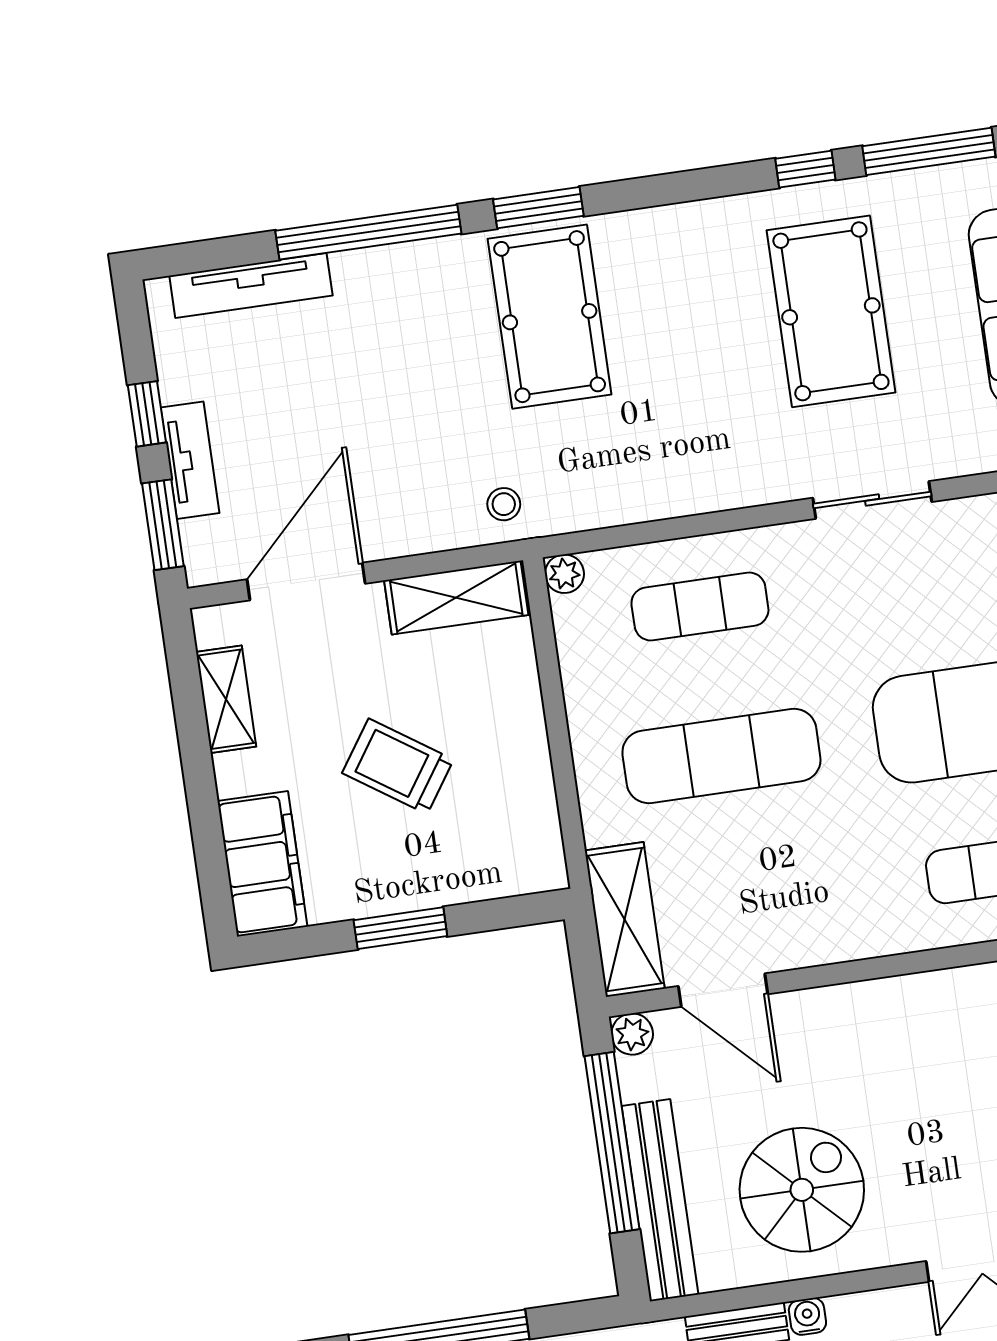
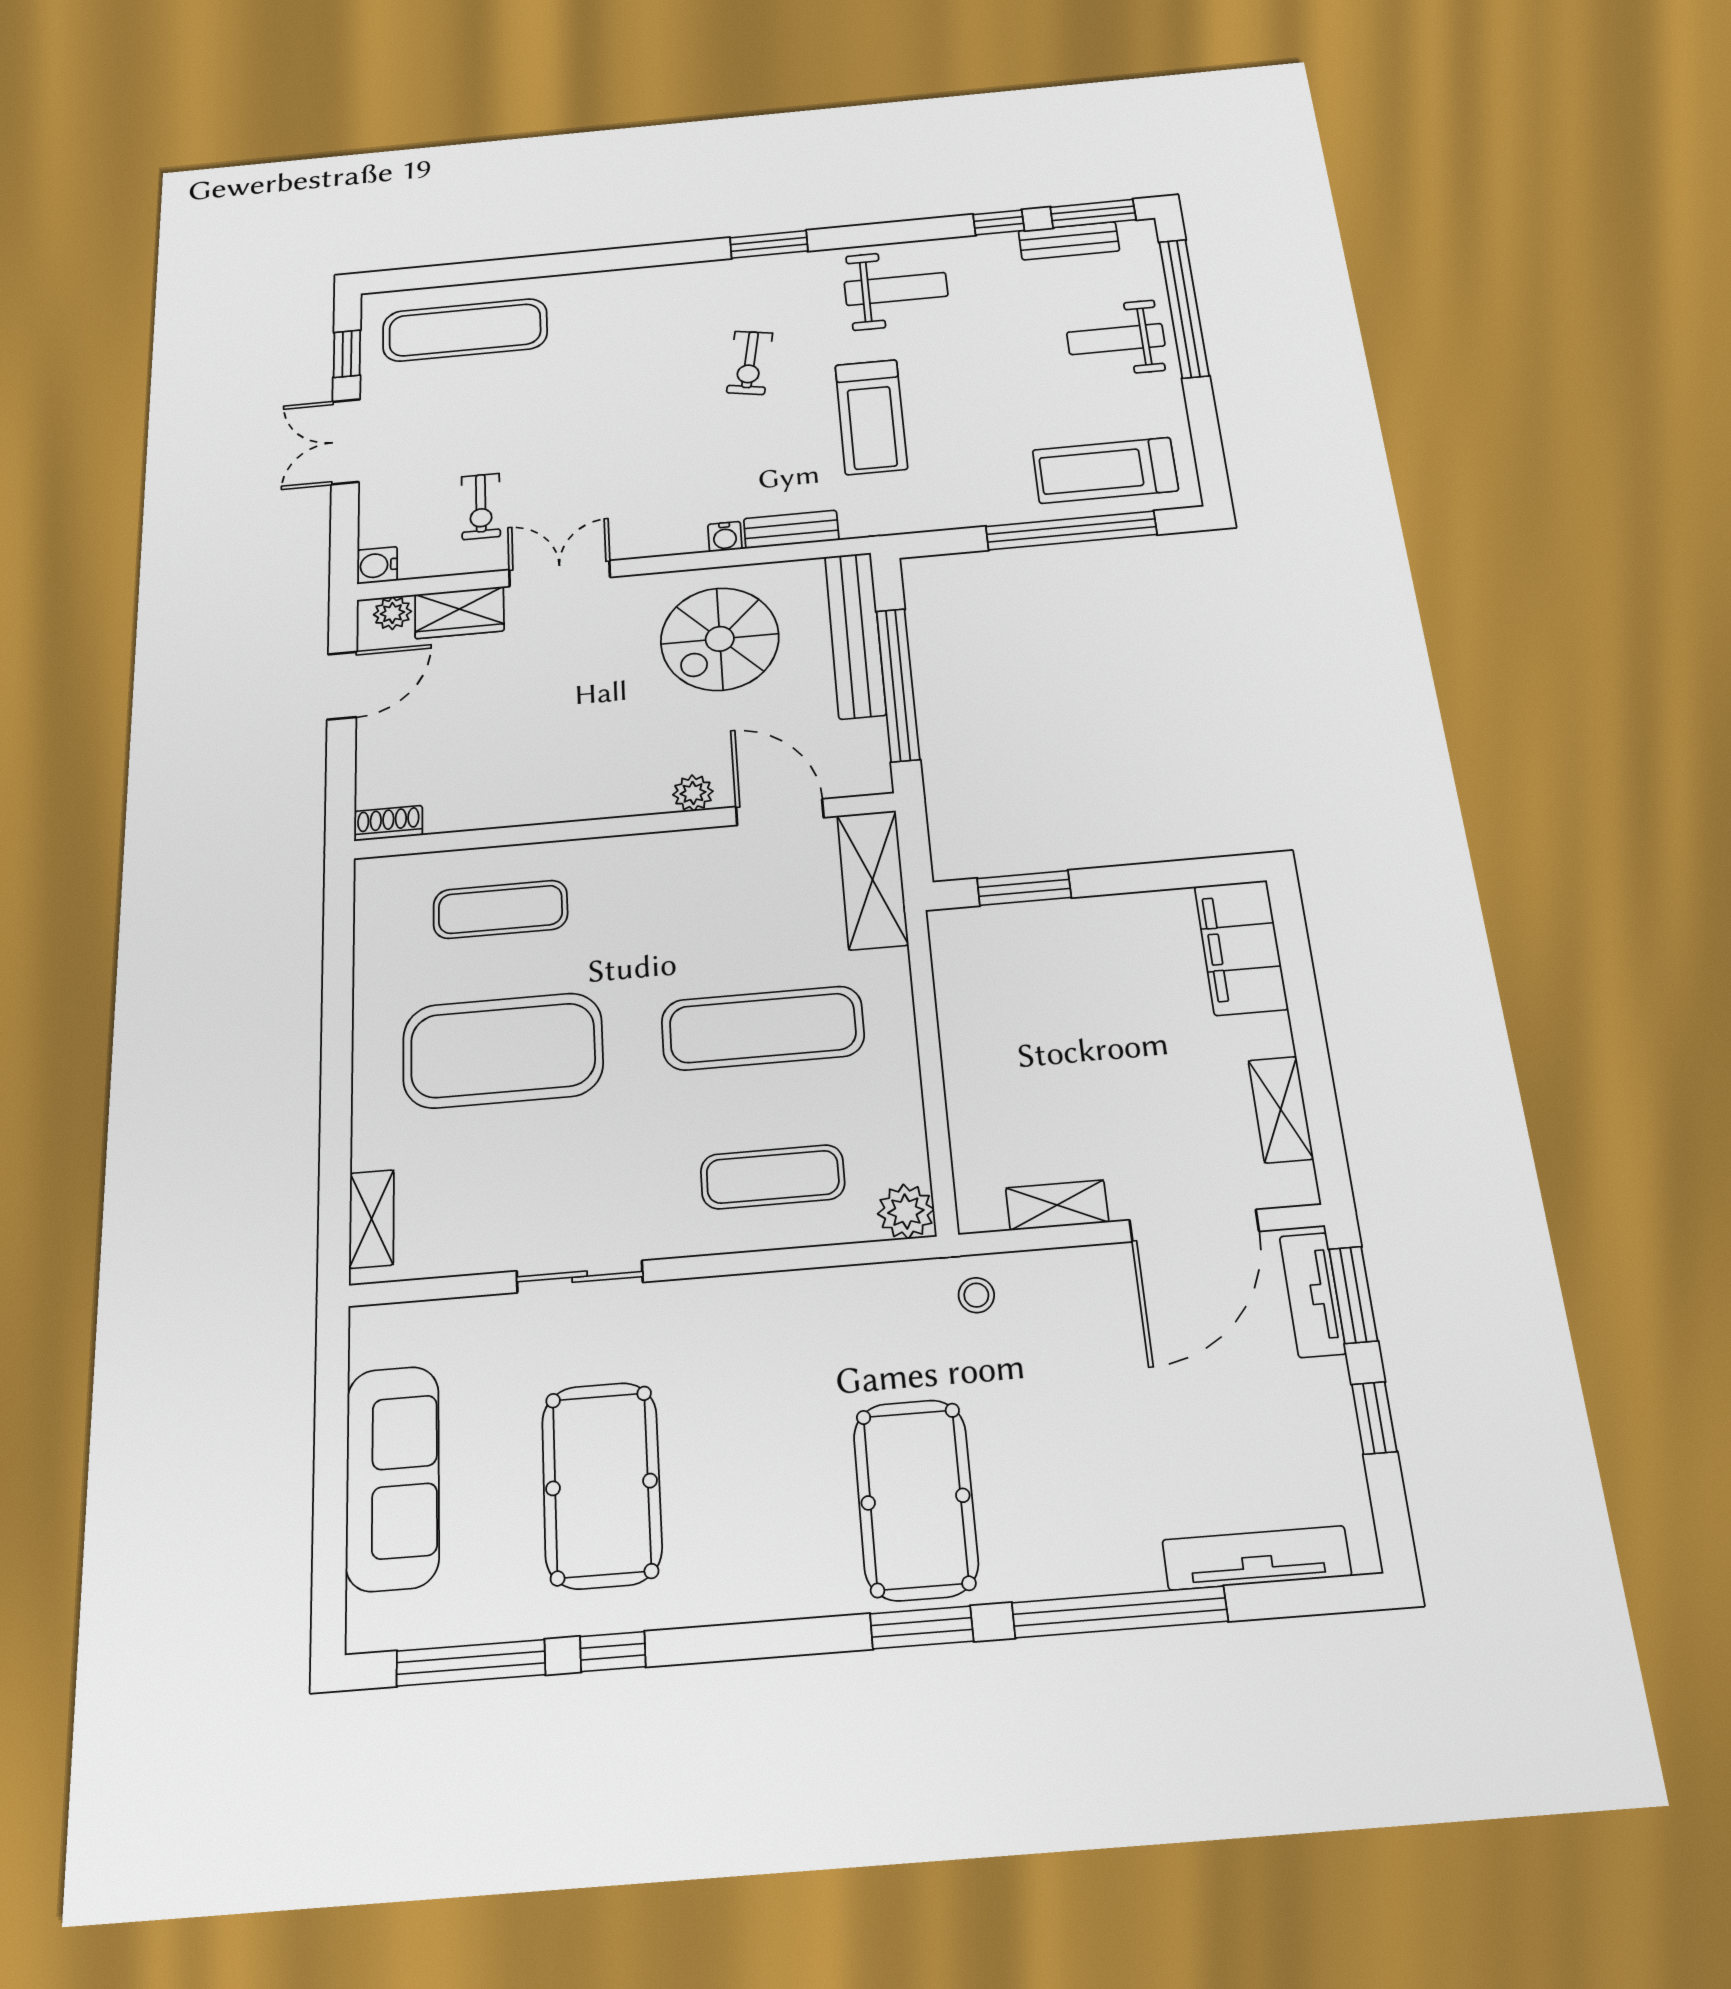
tv unit: (190, 460) -> (1313, 1295), moved
plant: (564, 574) -> (906, 1211), width x1.38, depth x1.38
shelving: (456, 598) -> (1057, 1205), width x0.67, depth x0.75
trolley: (398, 766) -> (1099, 1034), removed
window: (400, 928) -> (1024, 888), moved
plant: (632, 1034) -> (693, 793), moved

